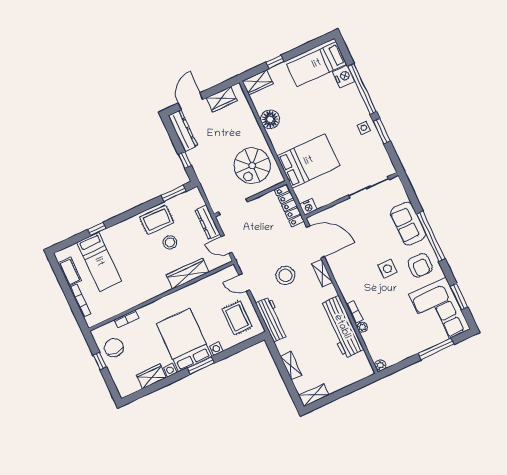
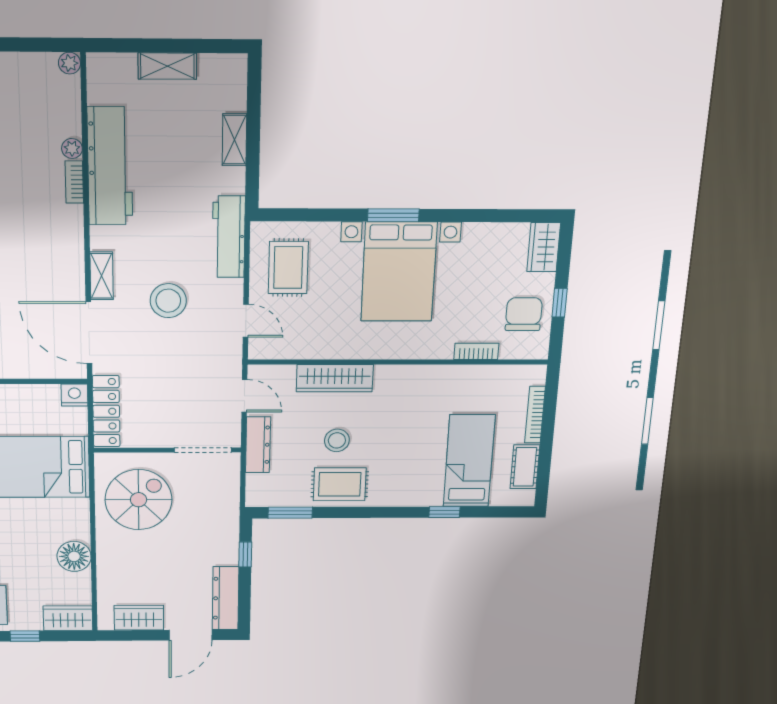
chair: (114, 348) -> (524, 314), turned 180
wardrobe: (152, 376) -> (544, 247), moved, turned 90
shelving: (314, 395) -> (167, 66), moved

